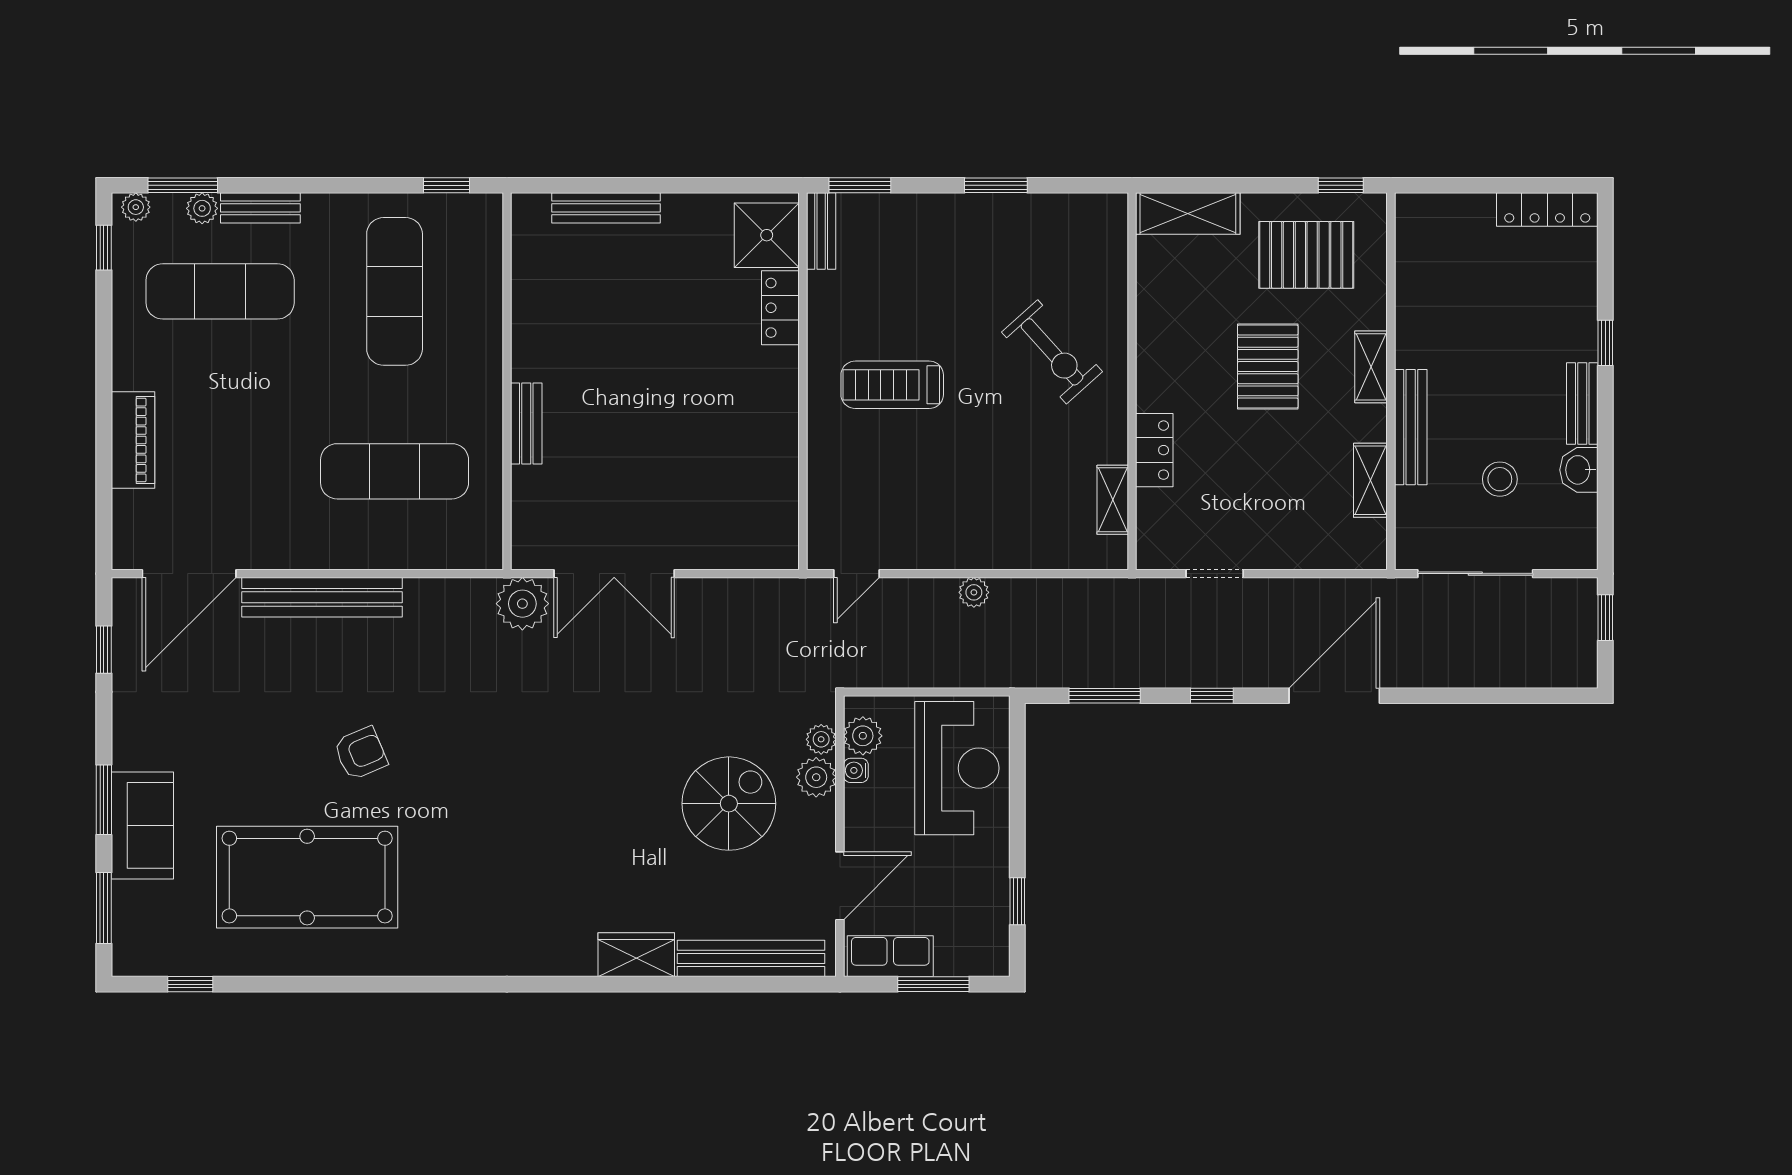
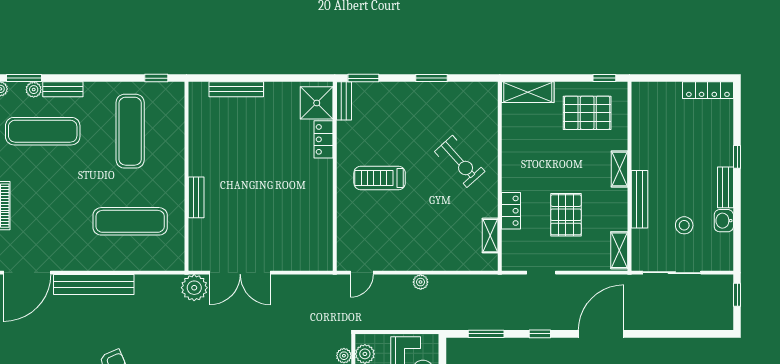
pallet: (1268, 367) -> (566, 215), moved
shelving: (1370, 480) -> (619, 250), moved

